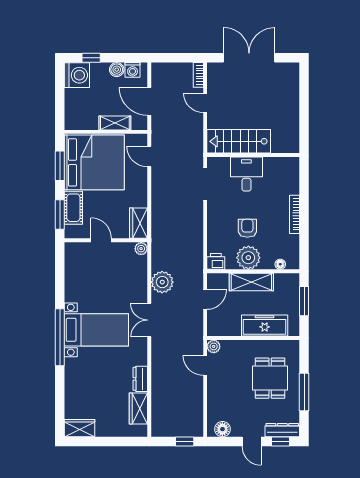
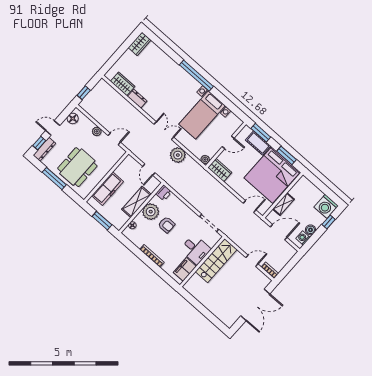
filing cabinet: (278, 167) -> (185, 269), added
bed with nightstands: (96, 330) -> (202, 115), moved
plant: (214, 346) -> (97, 131), moved
dining table: (270, 378) -> (77, 167), width x1.38

